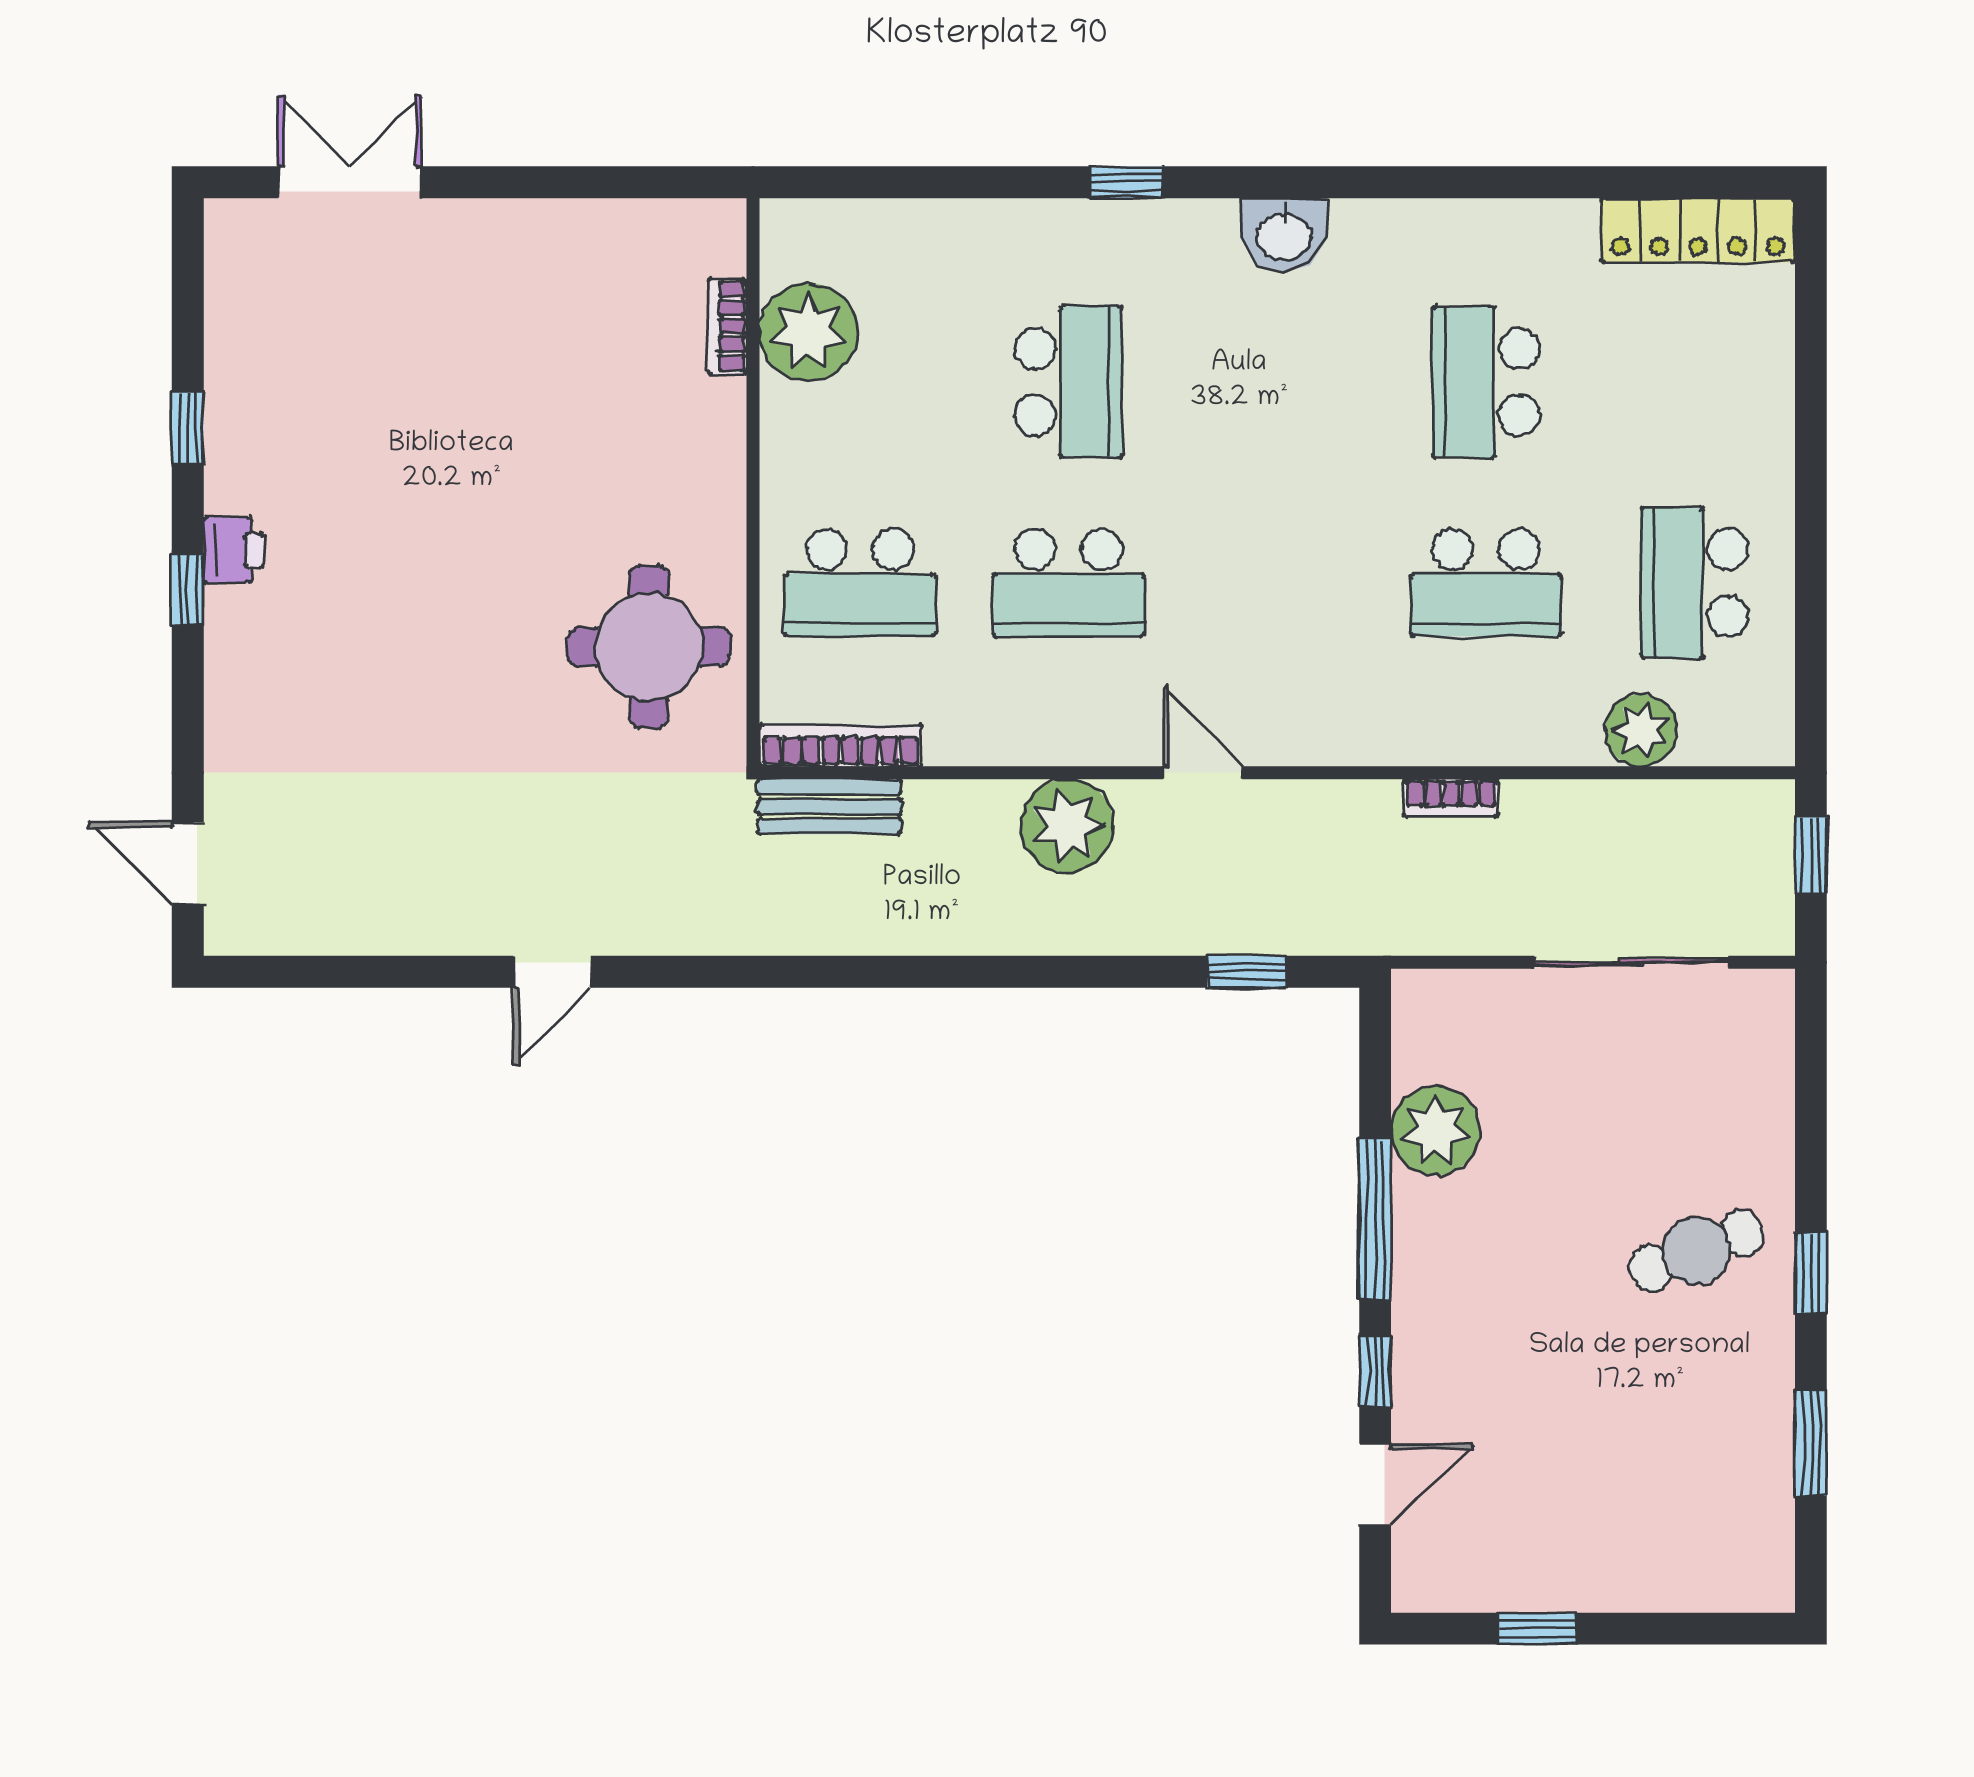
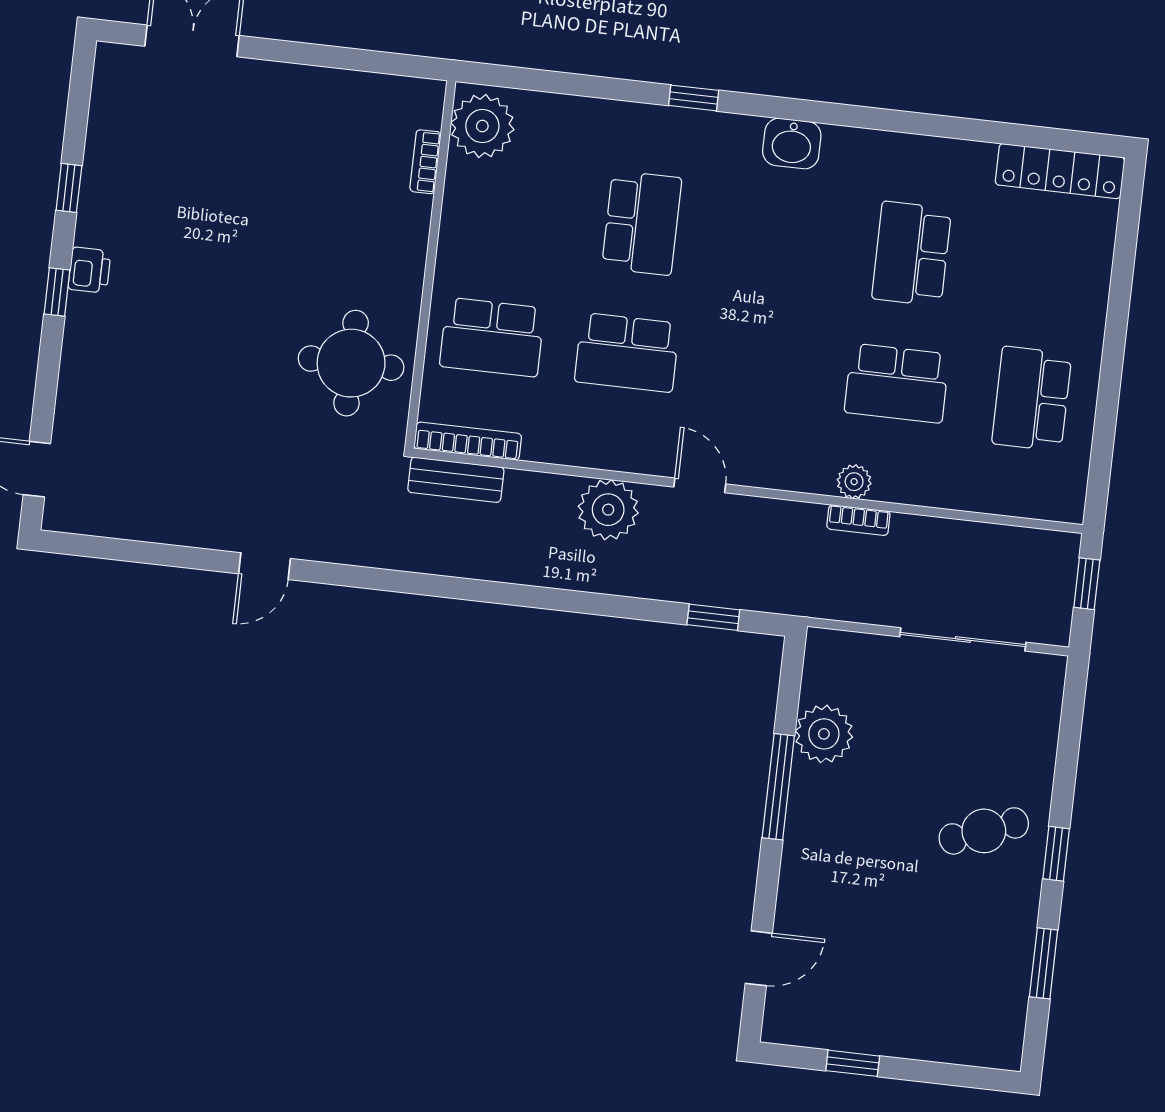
plant: (808, 332) -> (482, 126), moved
plant: (1641, 730) -> (854, 482), moved, width x0.73, depth x0.73
window: (1375, 1371) -> (767, 885), removed

